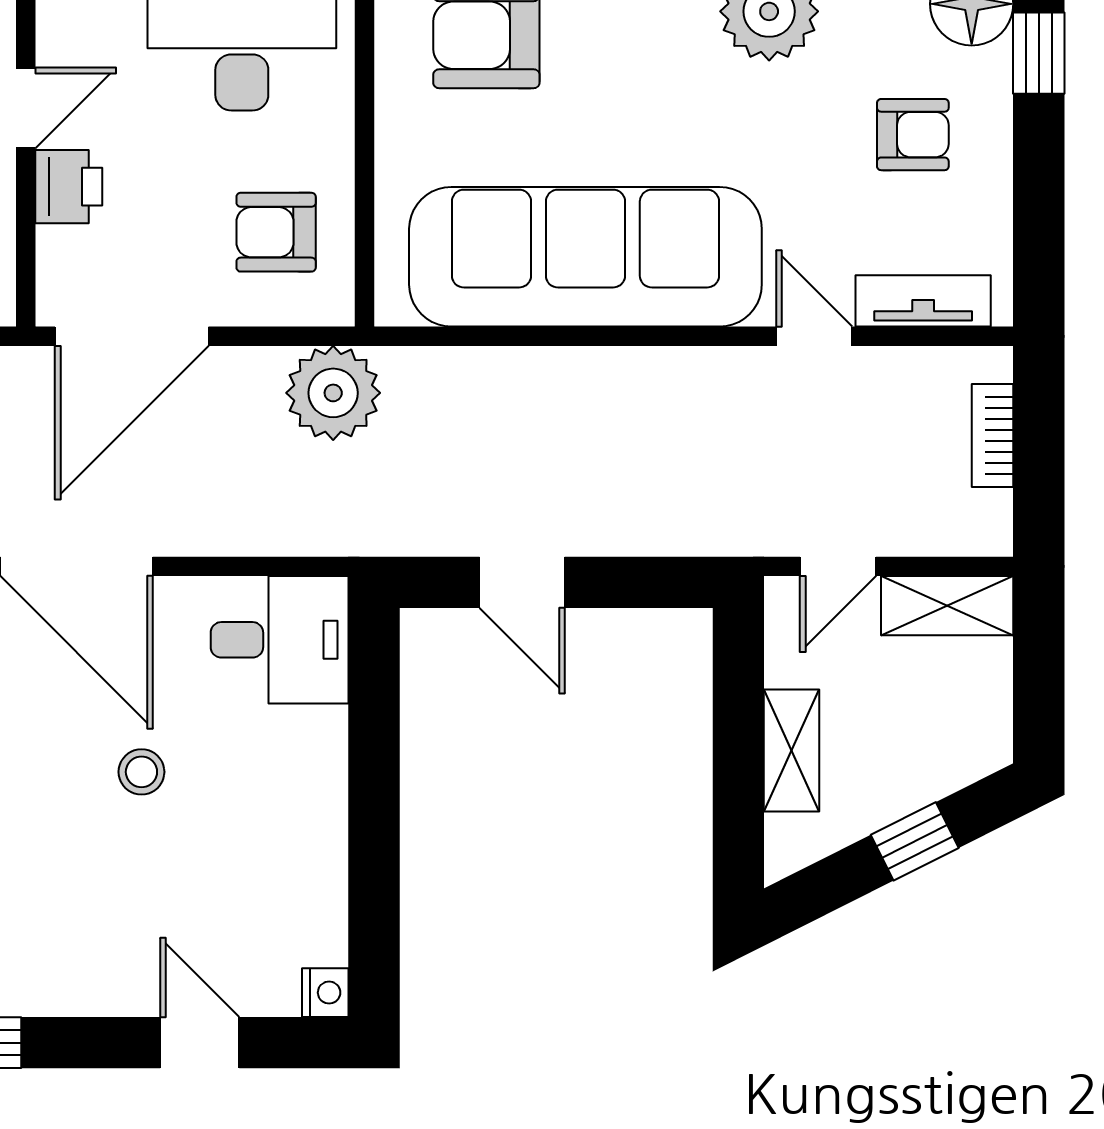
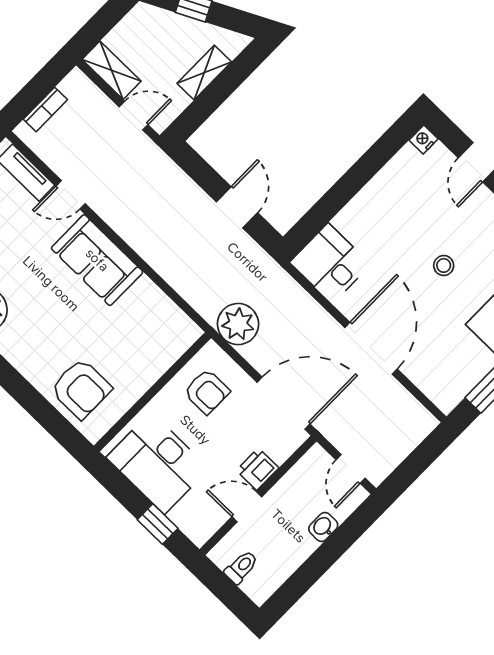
sofa: (585, 257) -> (97, 260), width x0.54, depth x0.79
door: (814, 336) -> (71, 195), hinge flipped
stool: (141, 772) -> (444, 265), moved

